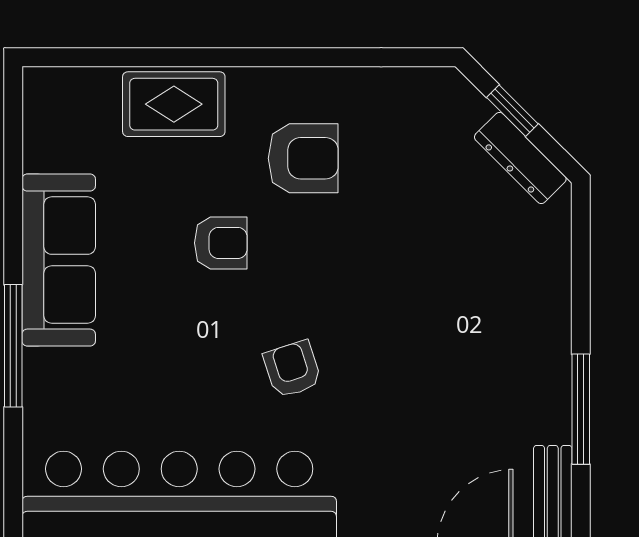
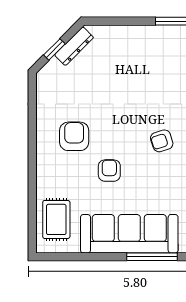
rug: (174, 104) -> (56, 219), moved
sofa: (59, 260) -> (129, 234), width x1.36, depth x1.27

